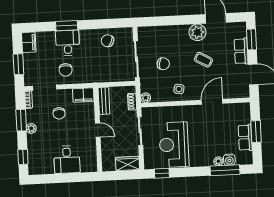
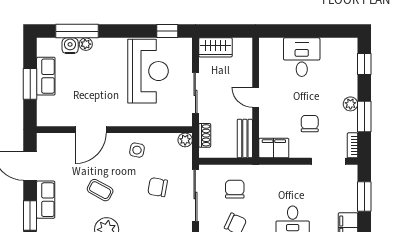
chair: (66, 70) -> (235, 189), moved

